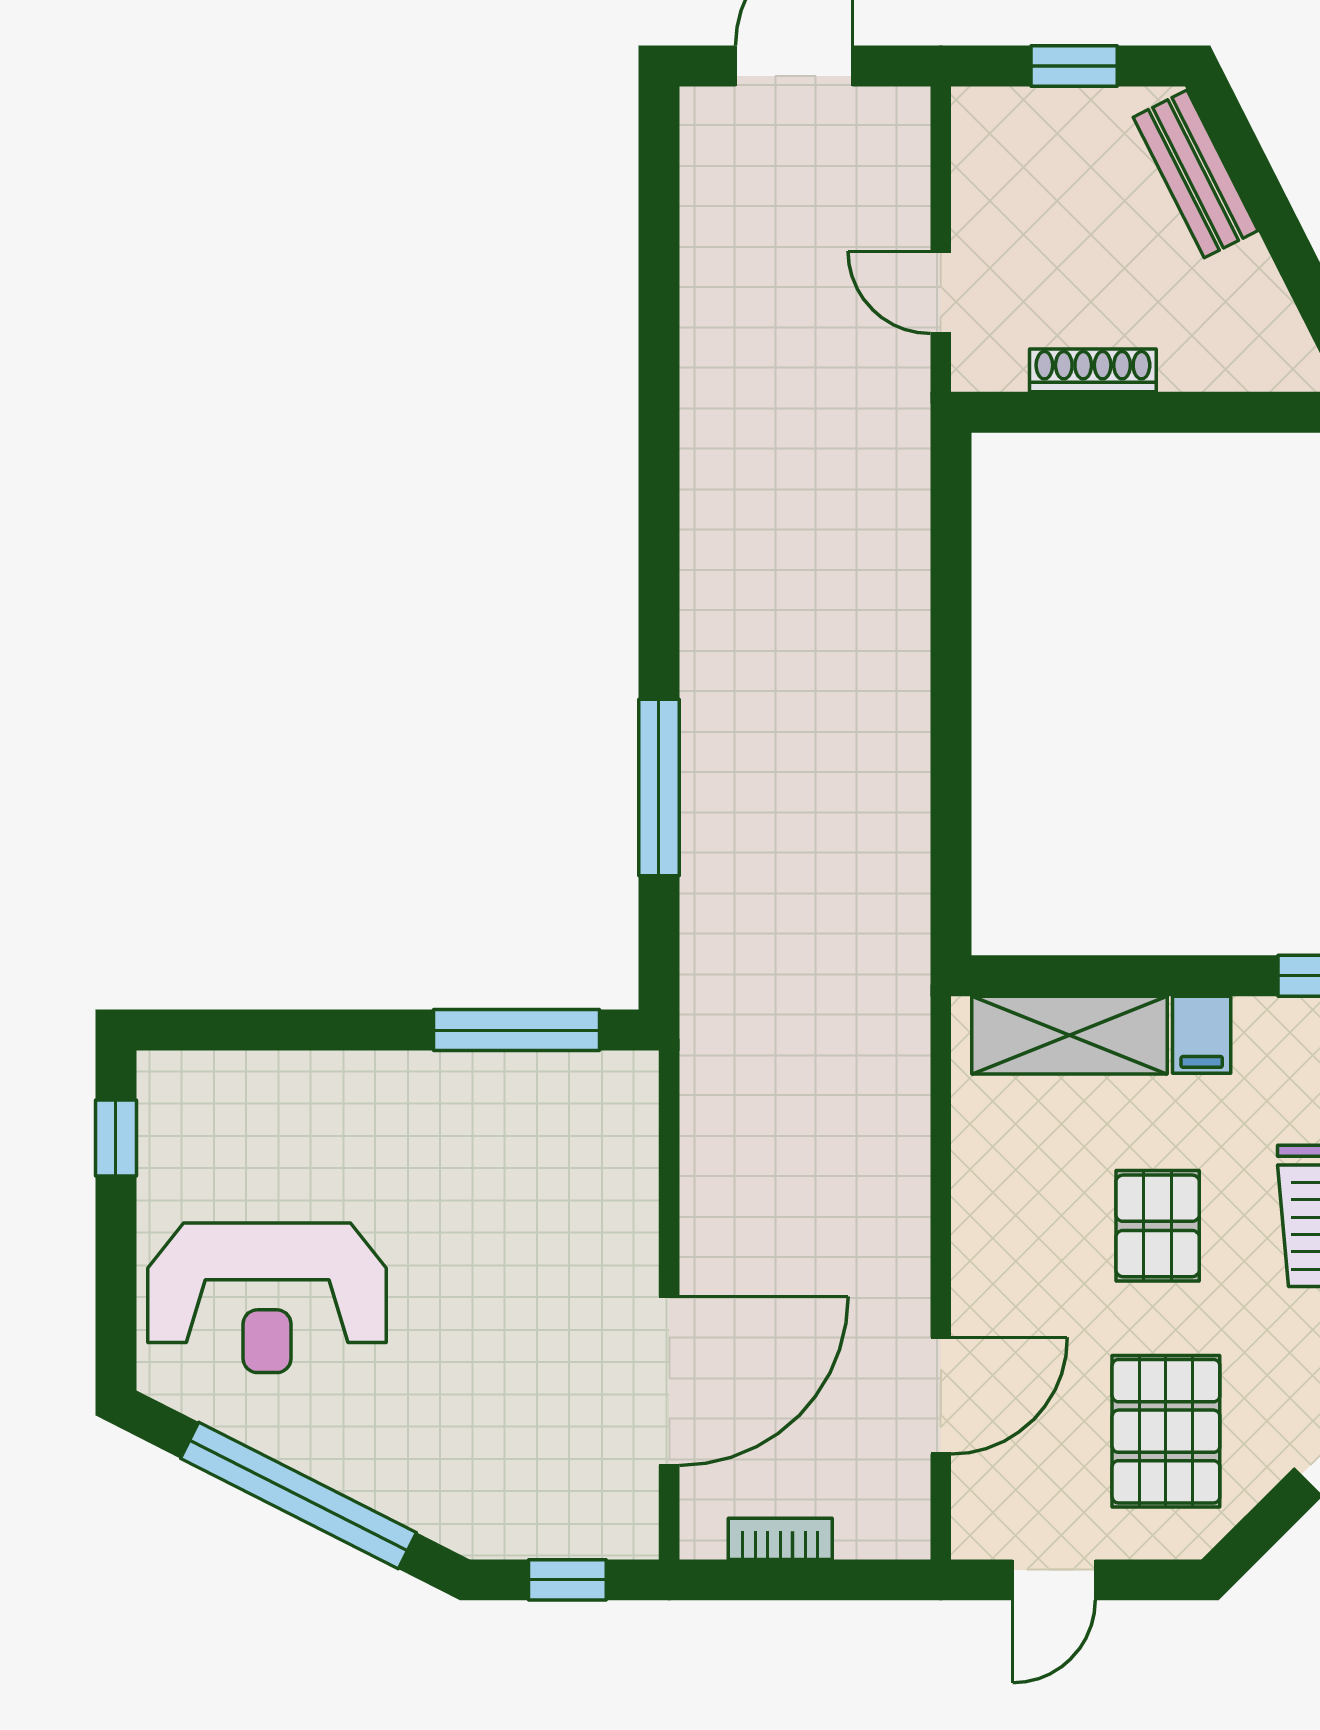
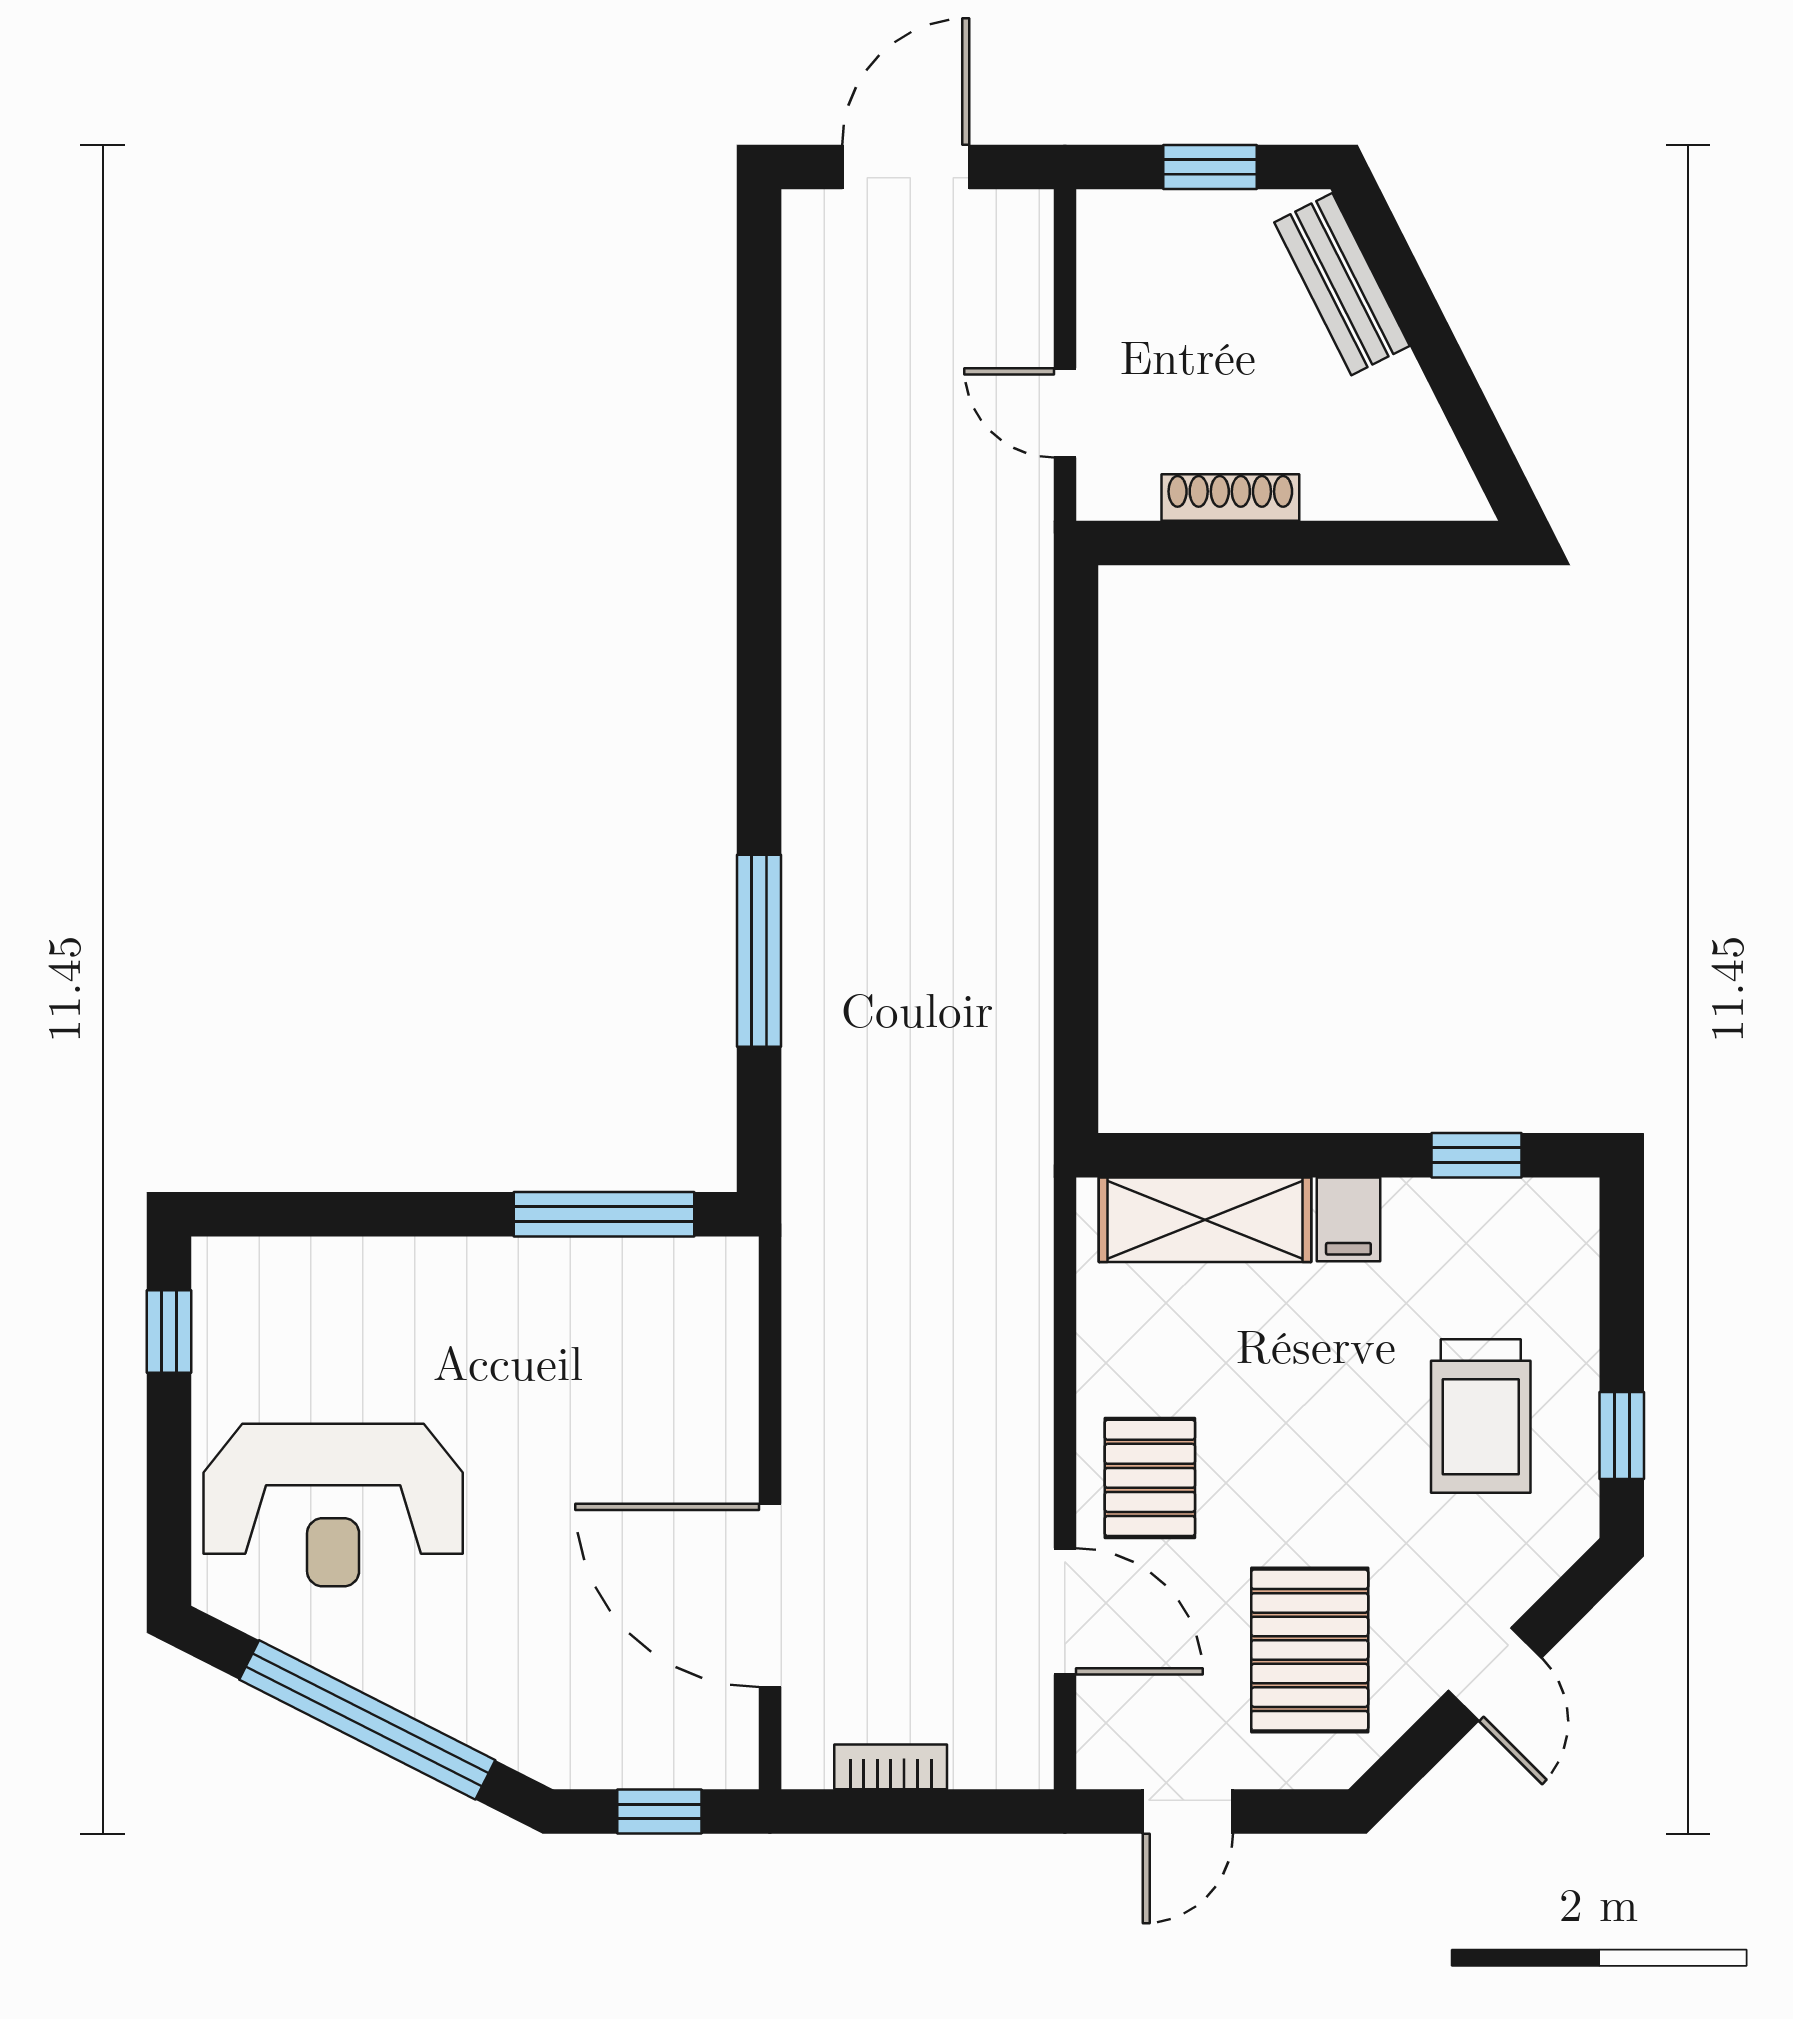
pallet: (1158, 1226) -> (1150, 1478), moved
door: (669, 1381) -> (770, 1595), swing flipped
door: (941, 1396) -> (1065, 1611), hinge flipped

